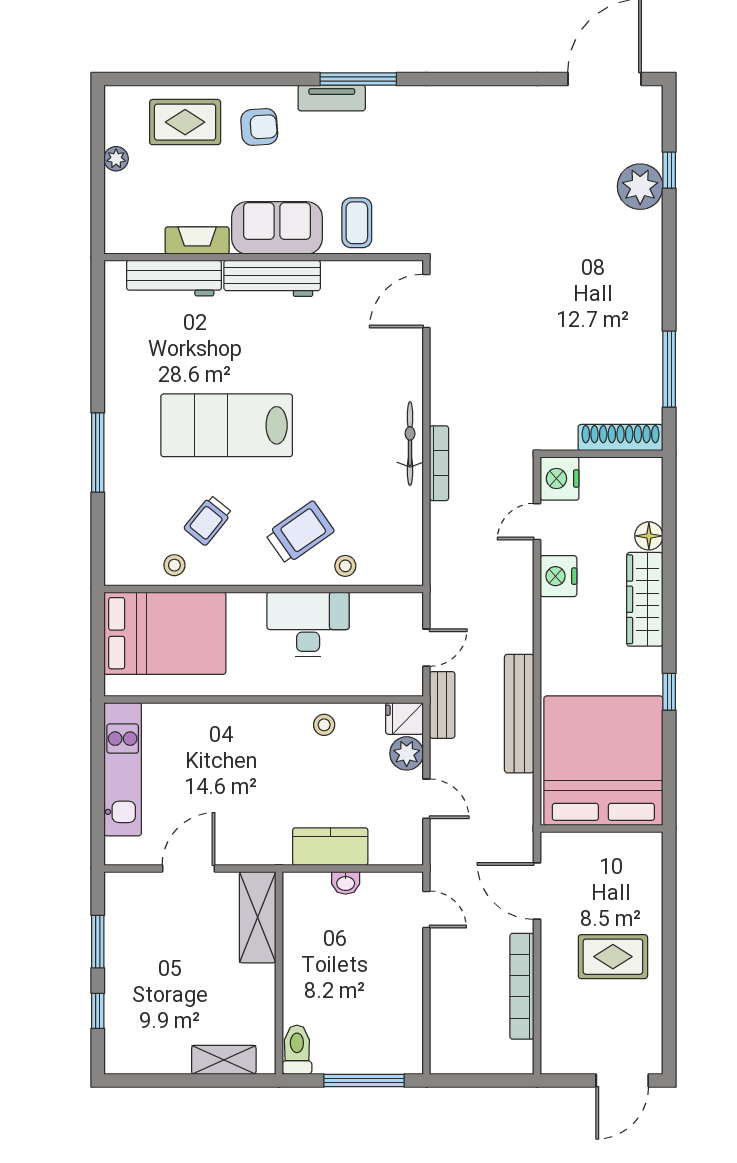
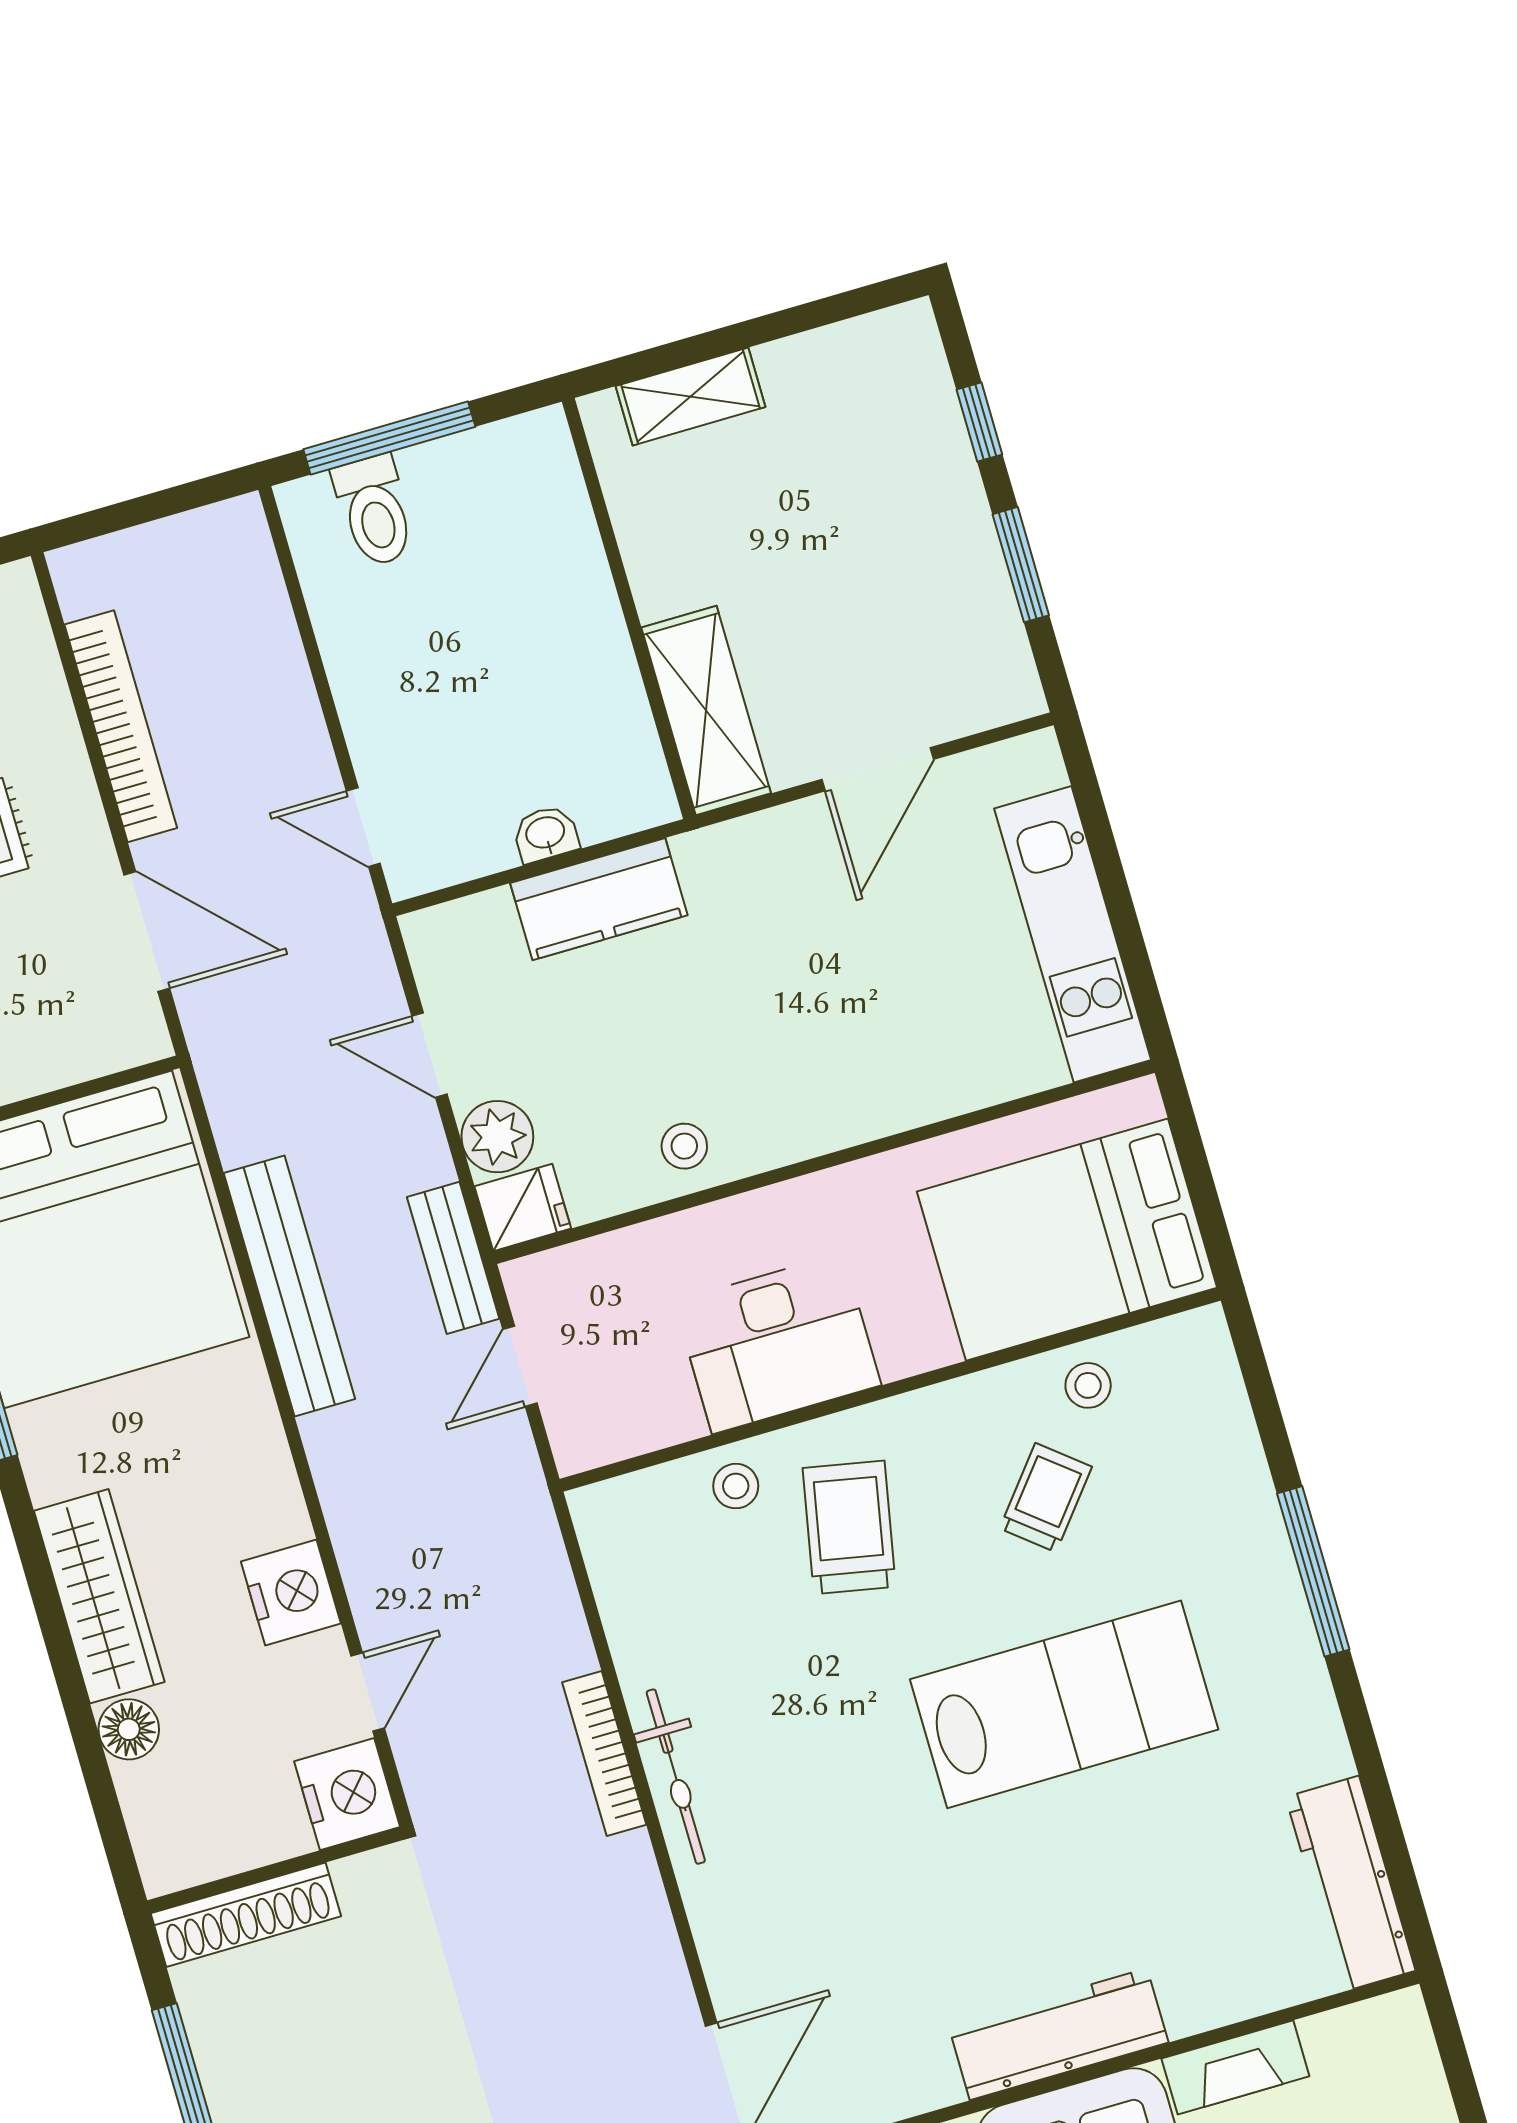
workbench: (174, 278) -> (1351, 1884), moved, turned -90
trolley: (300, 533) -> (849, 1527), turned 136
toilet: (297, 1050) -> (374, 511), moved

